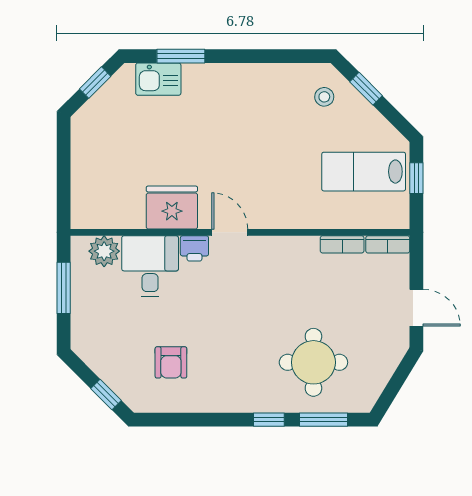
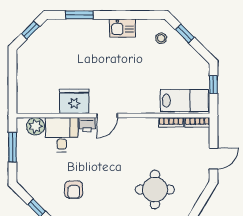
kitchen sink: (158, 79) -> (122, 28), moved
lab bench: (364, 172) -> (184, 101), moved, turned 180
door: (230, 232) -> (107, 116), swing flipped
door: (416, 308) -> (214, 158), hinge flipped

